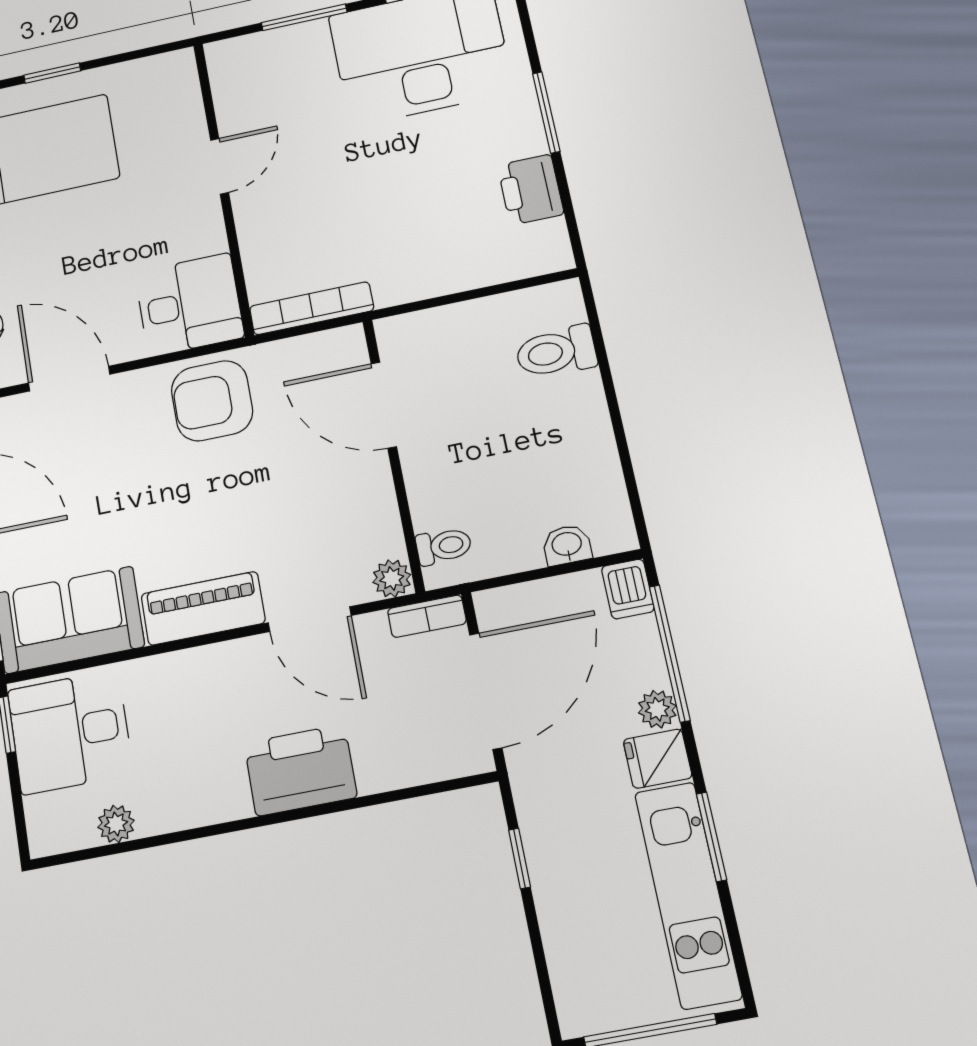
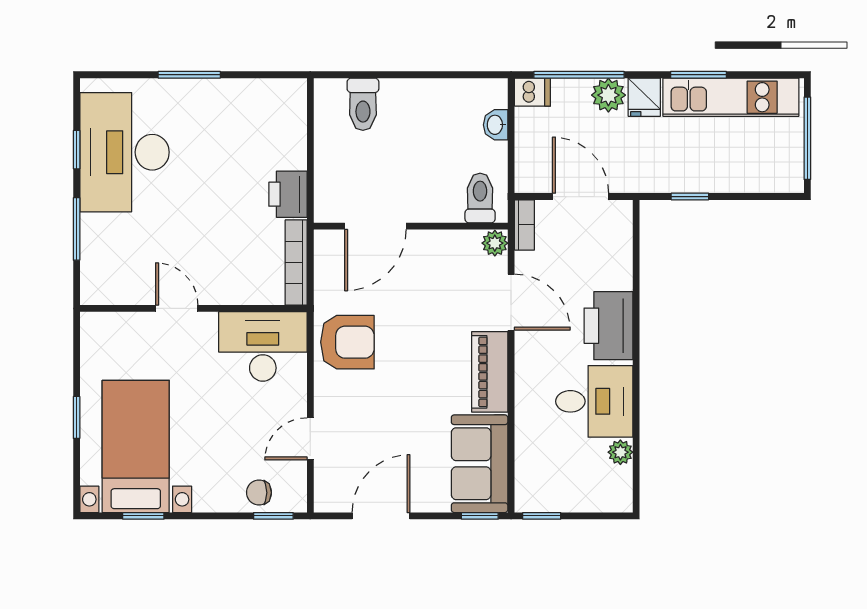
printer: (531, 190) -> (288, 194), moved, turned 90
desk: (189, 305) -> (263, 346), width x1.37
door: (69, 379) -> (310, 439), width x0.73
armchair: (212, 401) -> (347, 342), turned -90
toilet: (444, 546) -> (480, 198), width x1.37, depth x1.39
door: (310, 619) -> (511, 302), hinge flipped
door: (486, 691) -> (581, 197), width x0.73
plant: (657, 709) -> (608, 95), width x1.38, depth x1.38
desk: (70, 732) -> (594, 401), moved, turned -90

